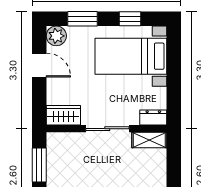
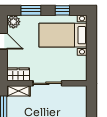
dresser: (153, 118) -> (78, 76), removed
shelving: (149, 140) -> (19, 91), moved

